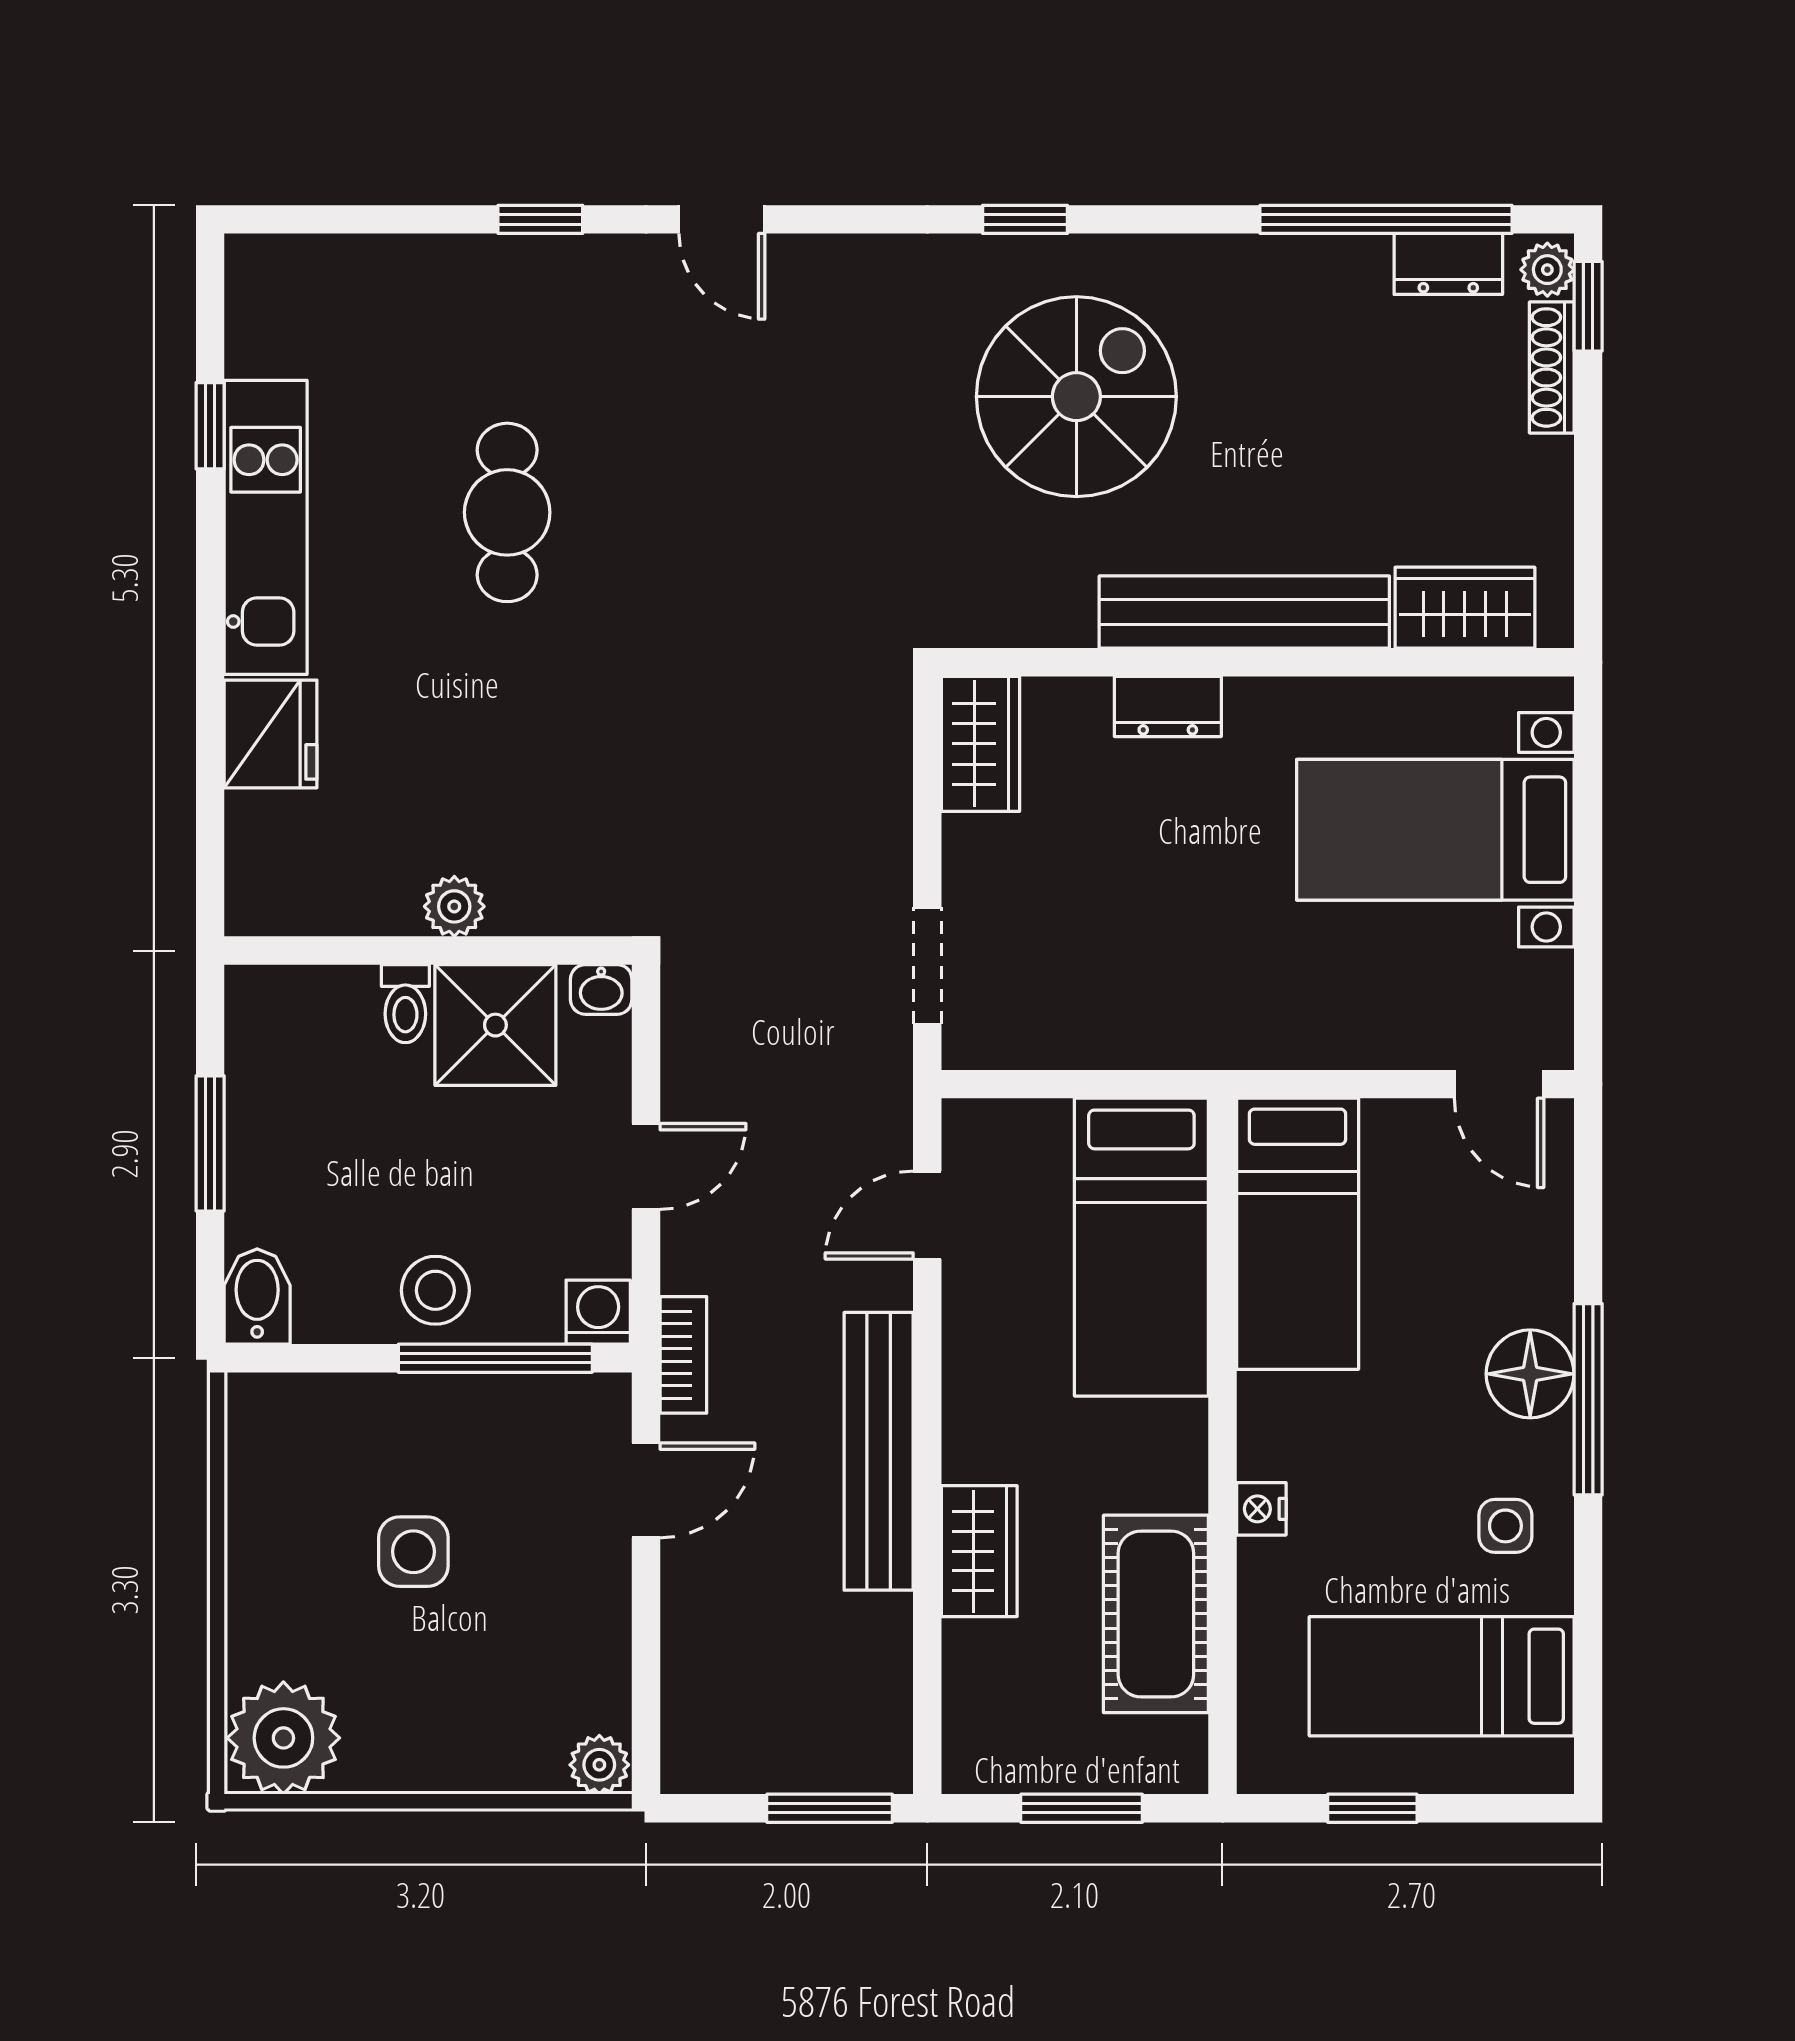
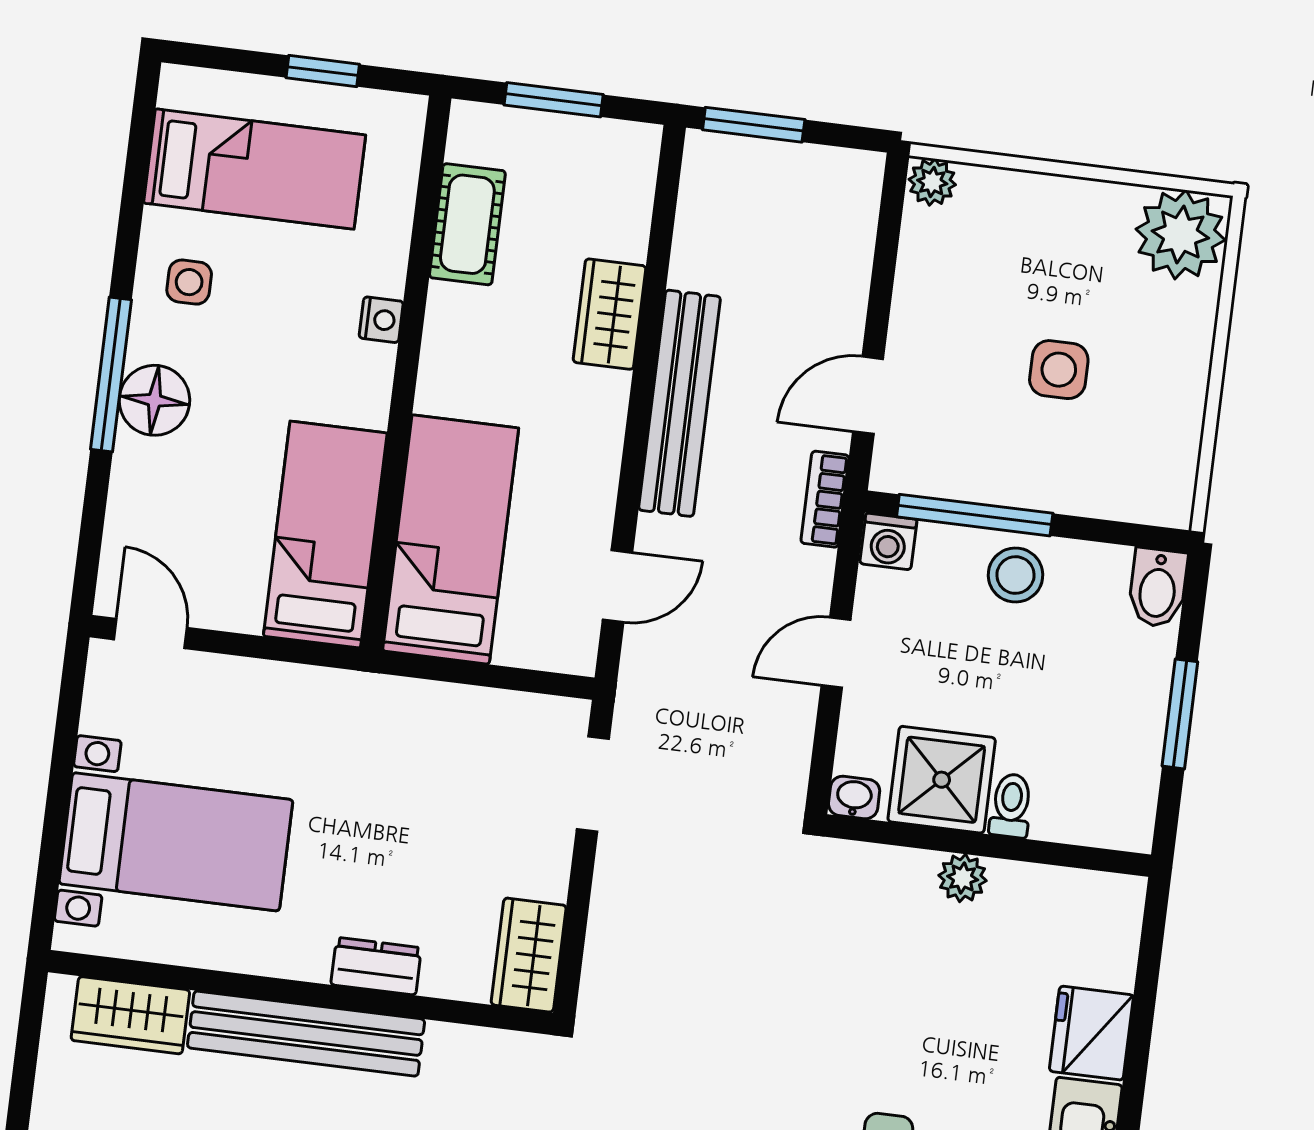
cot: (1156, 1614) -> (467, 224), width x0.73, depth x0.75

